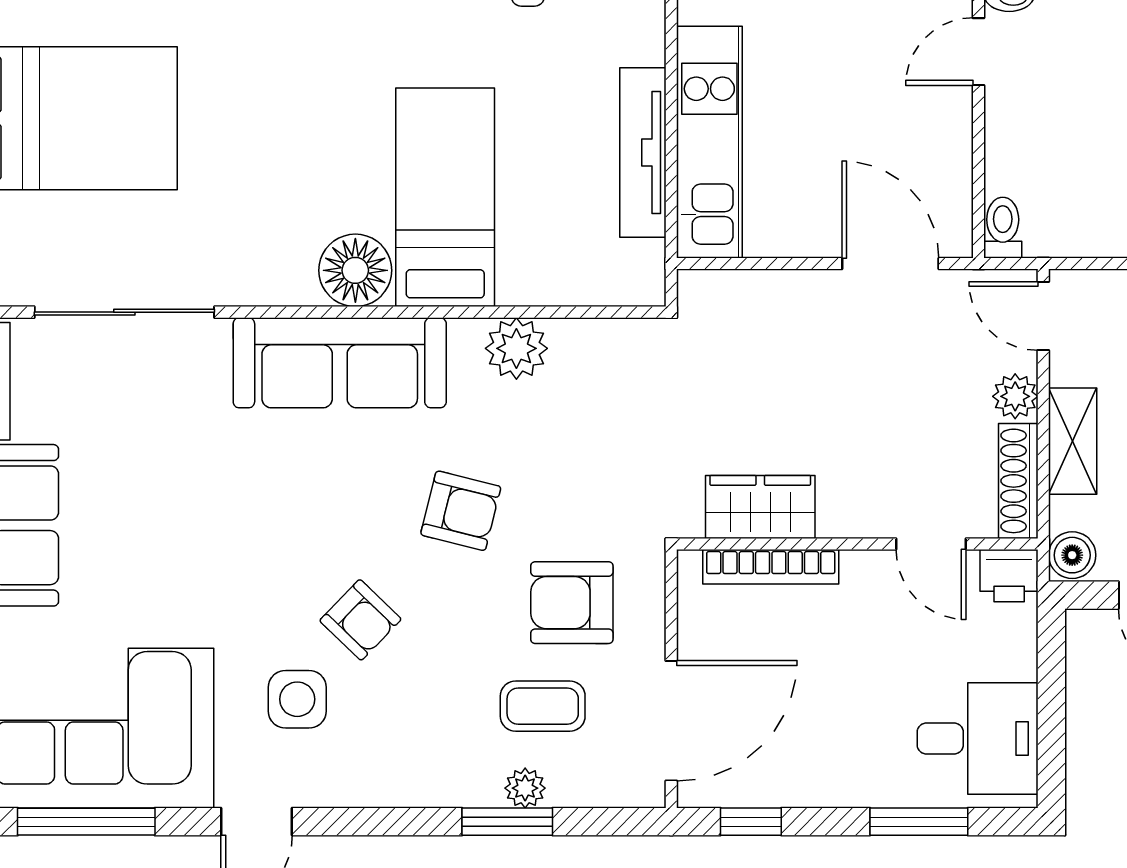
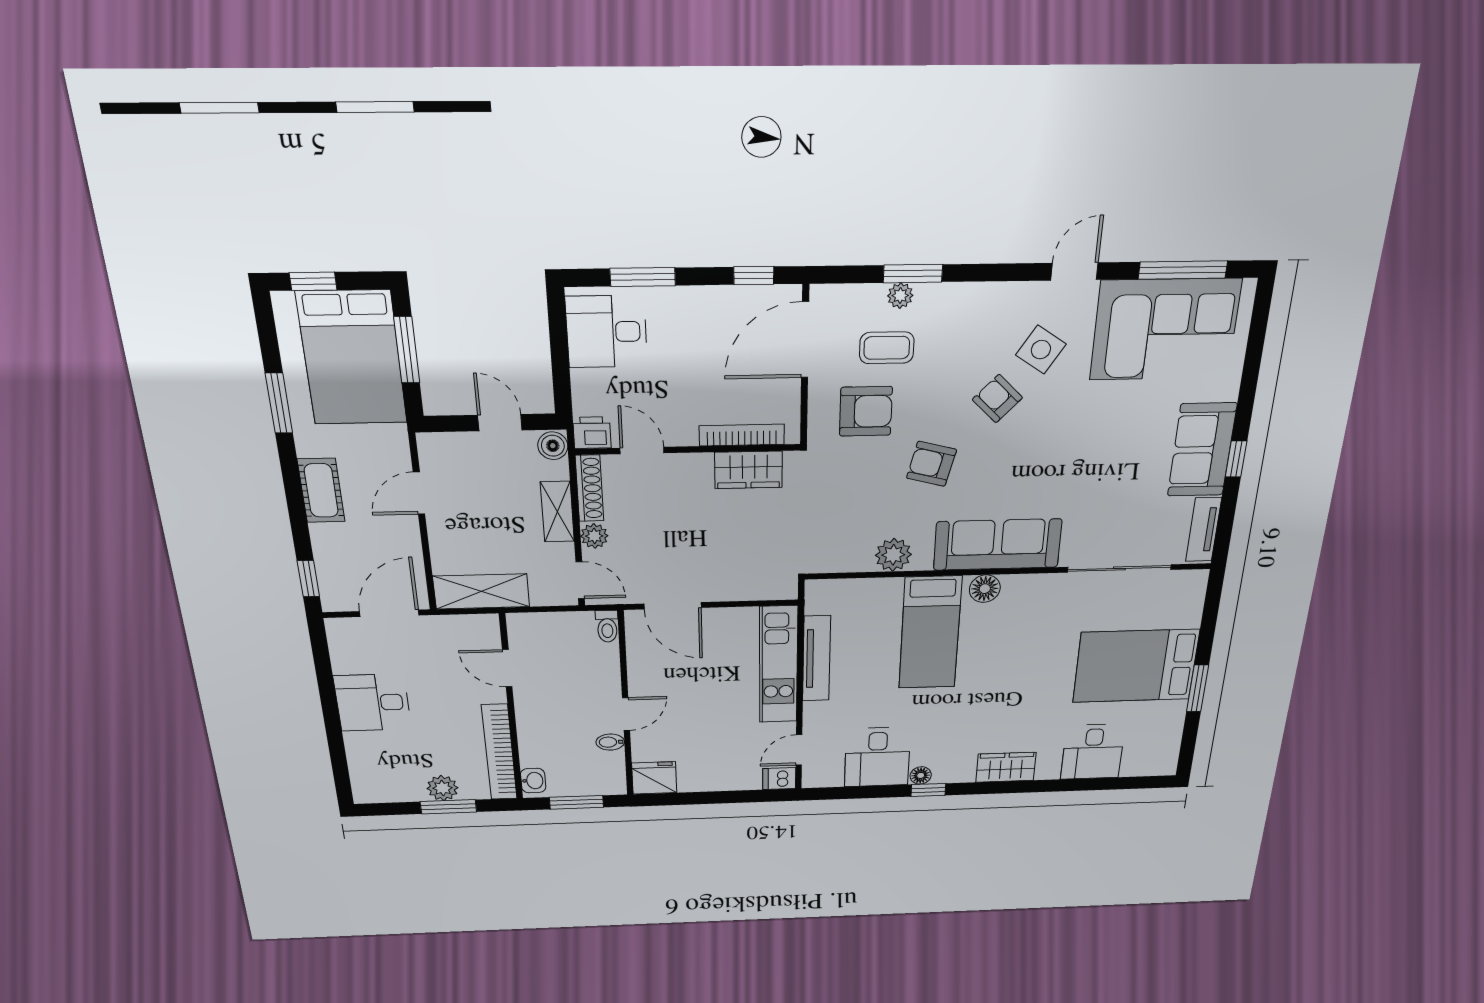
floor lamp: (355, 270) -> (985, 589), width x0.73, depth x0.73
side table: (297, 699) -> (1041, 350), turned 33

